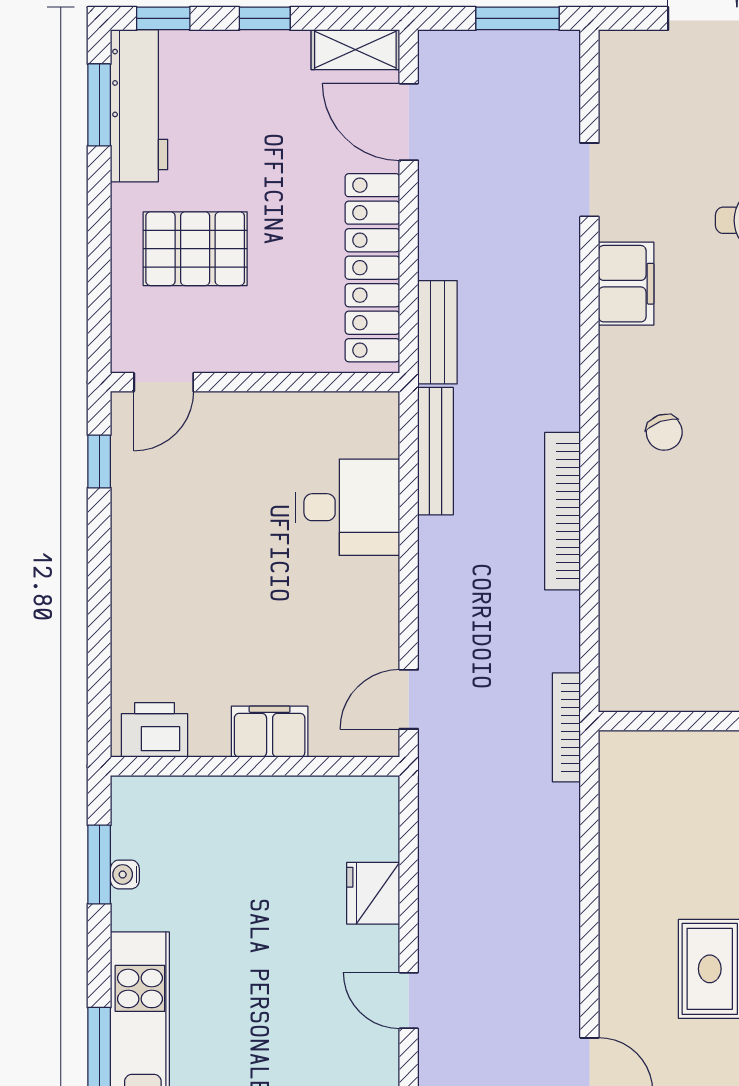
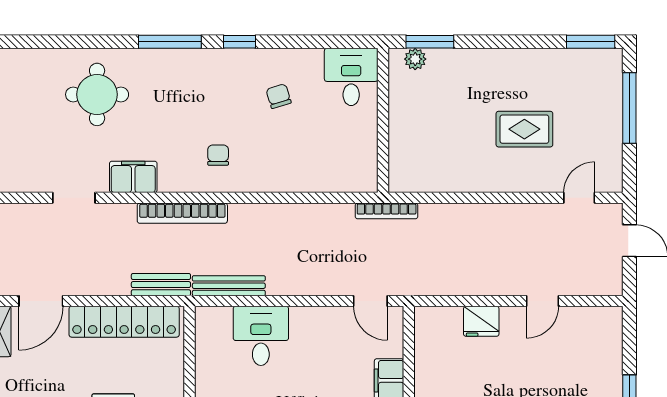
chair: (664, 432) -> (218, 155), turned -70
bookcase: (563, 511) -> (182, 213), moved

